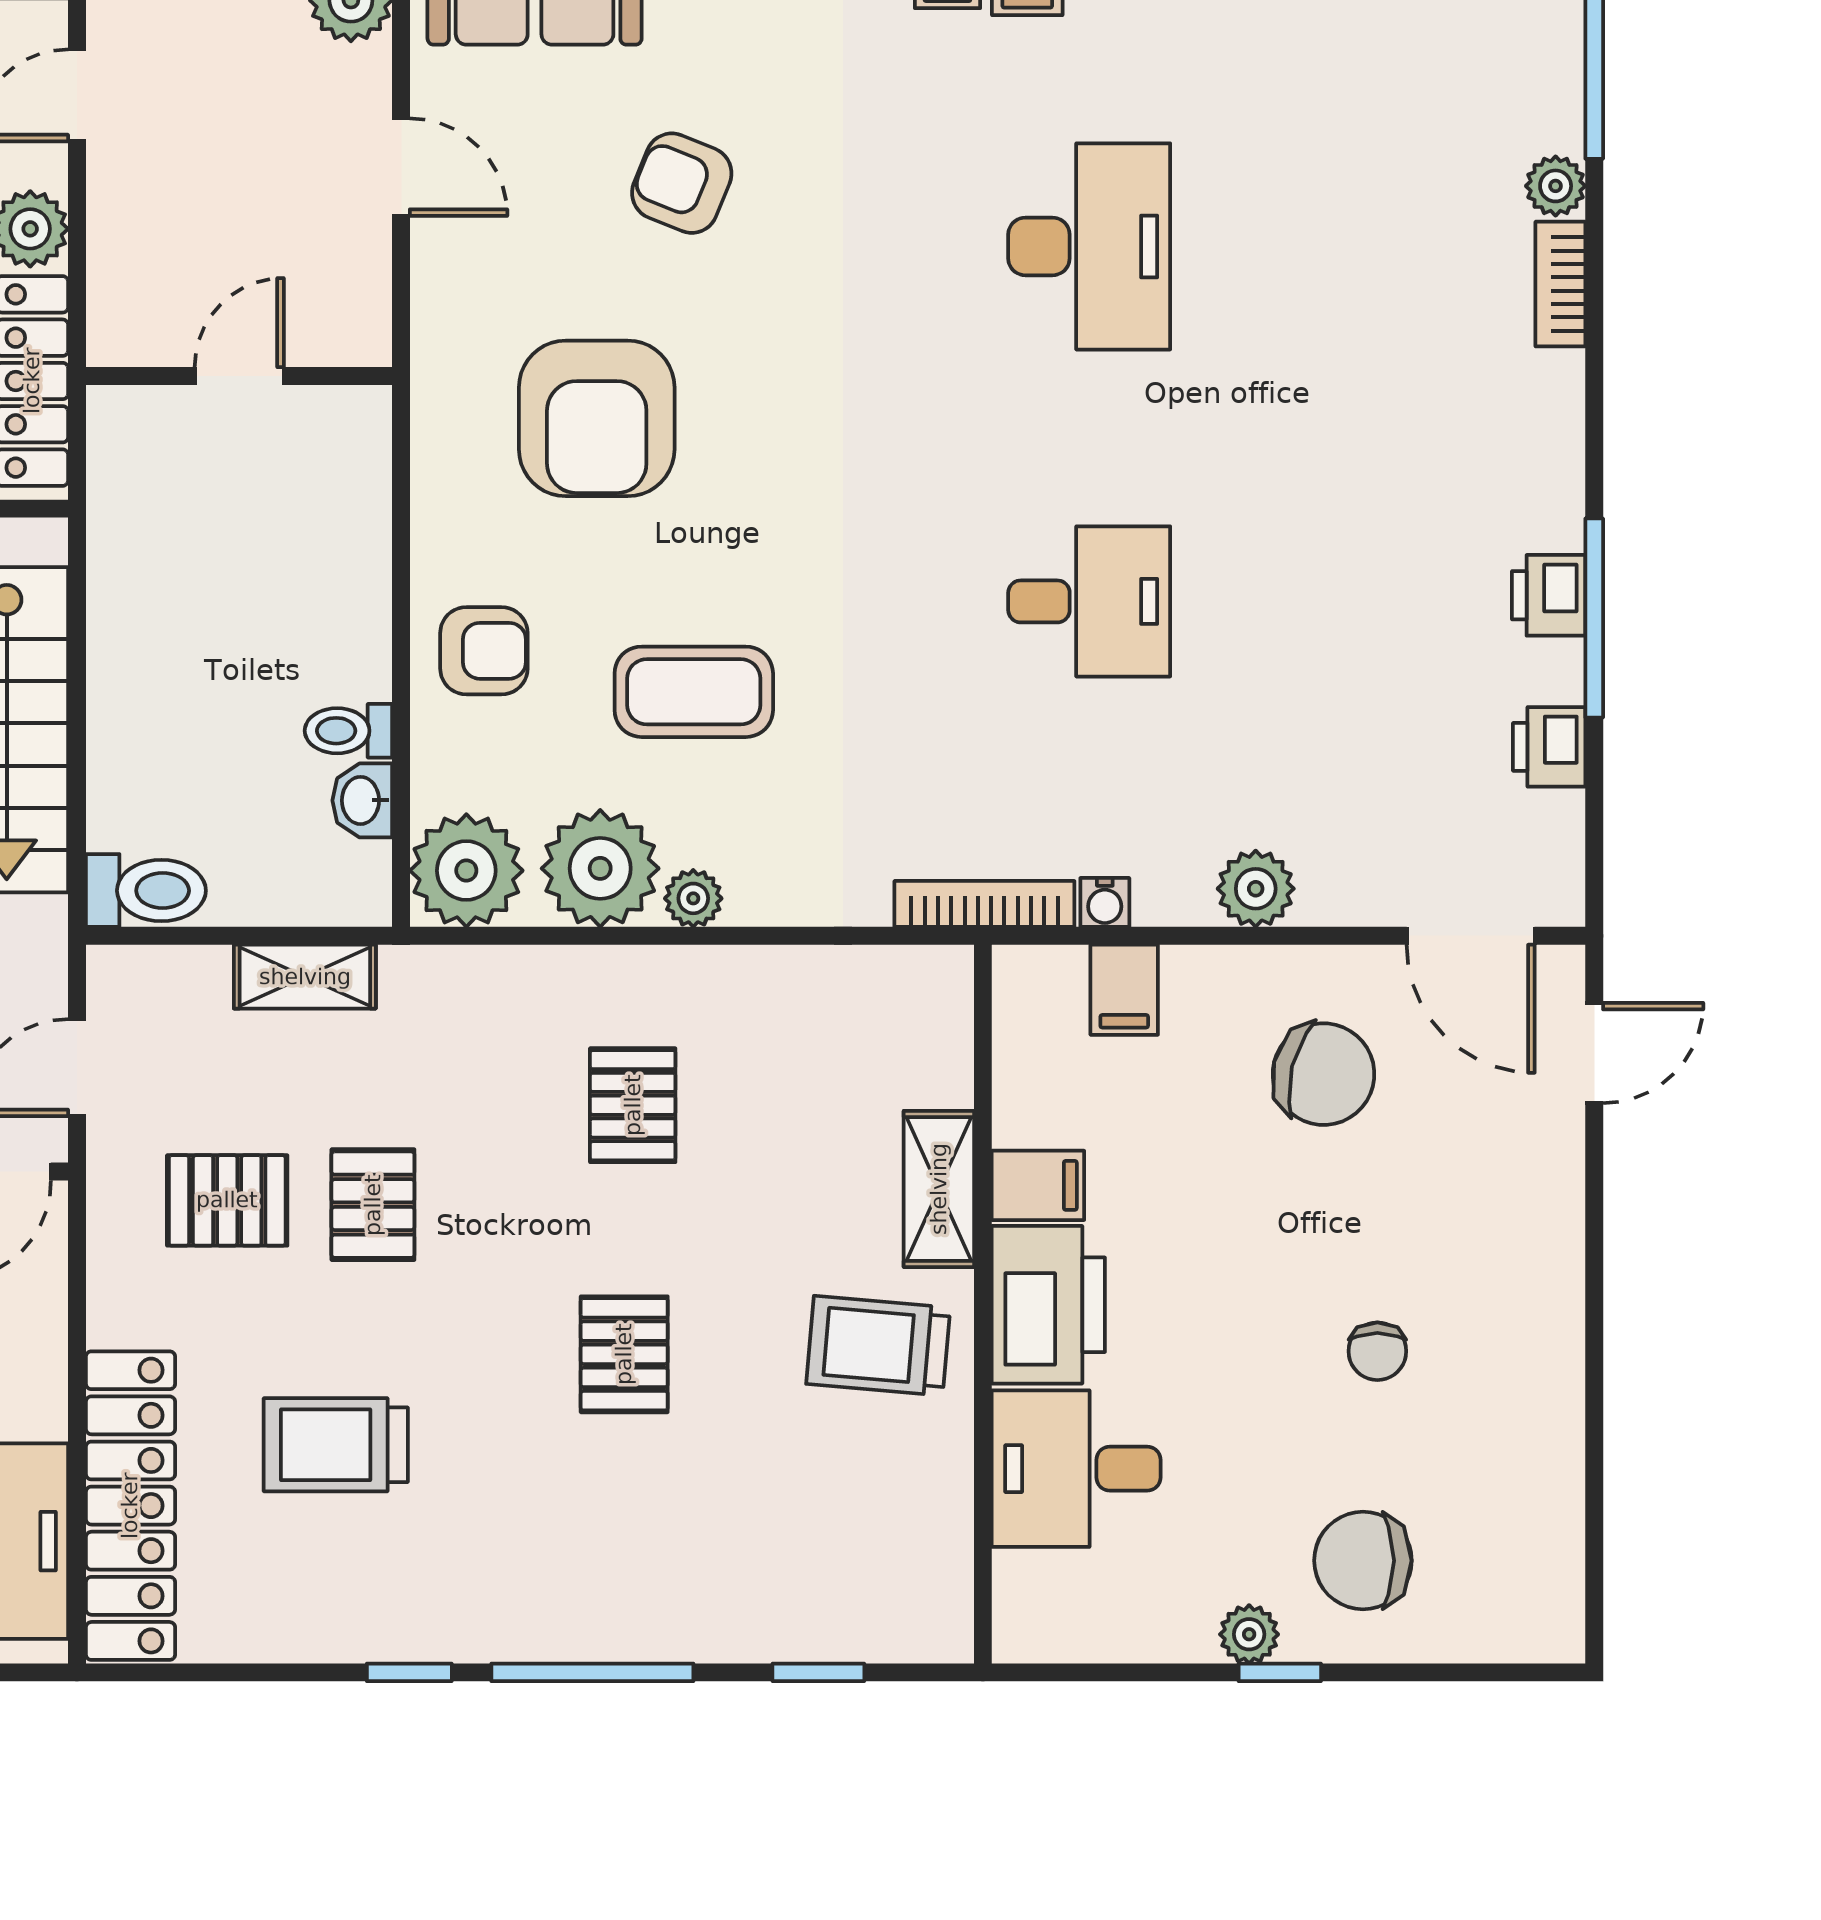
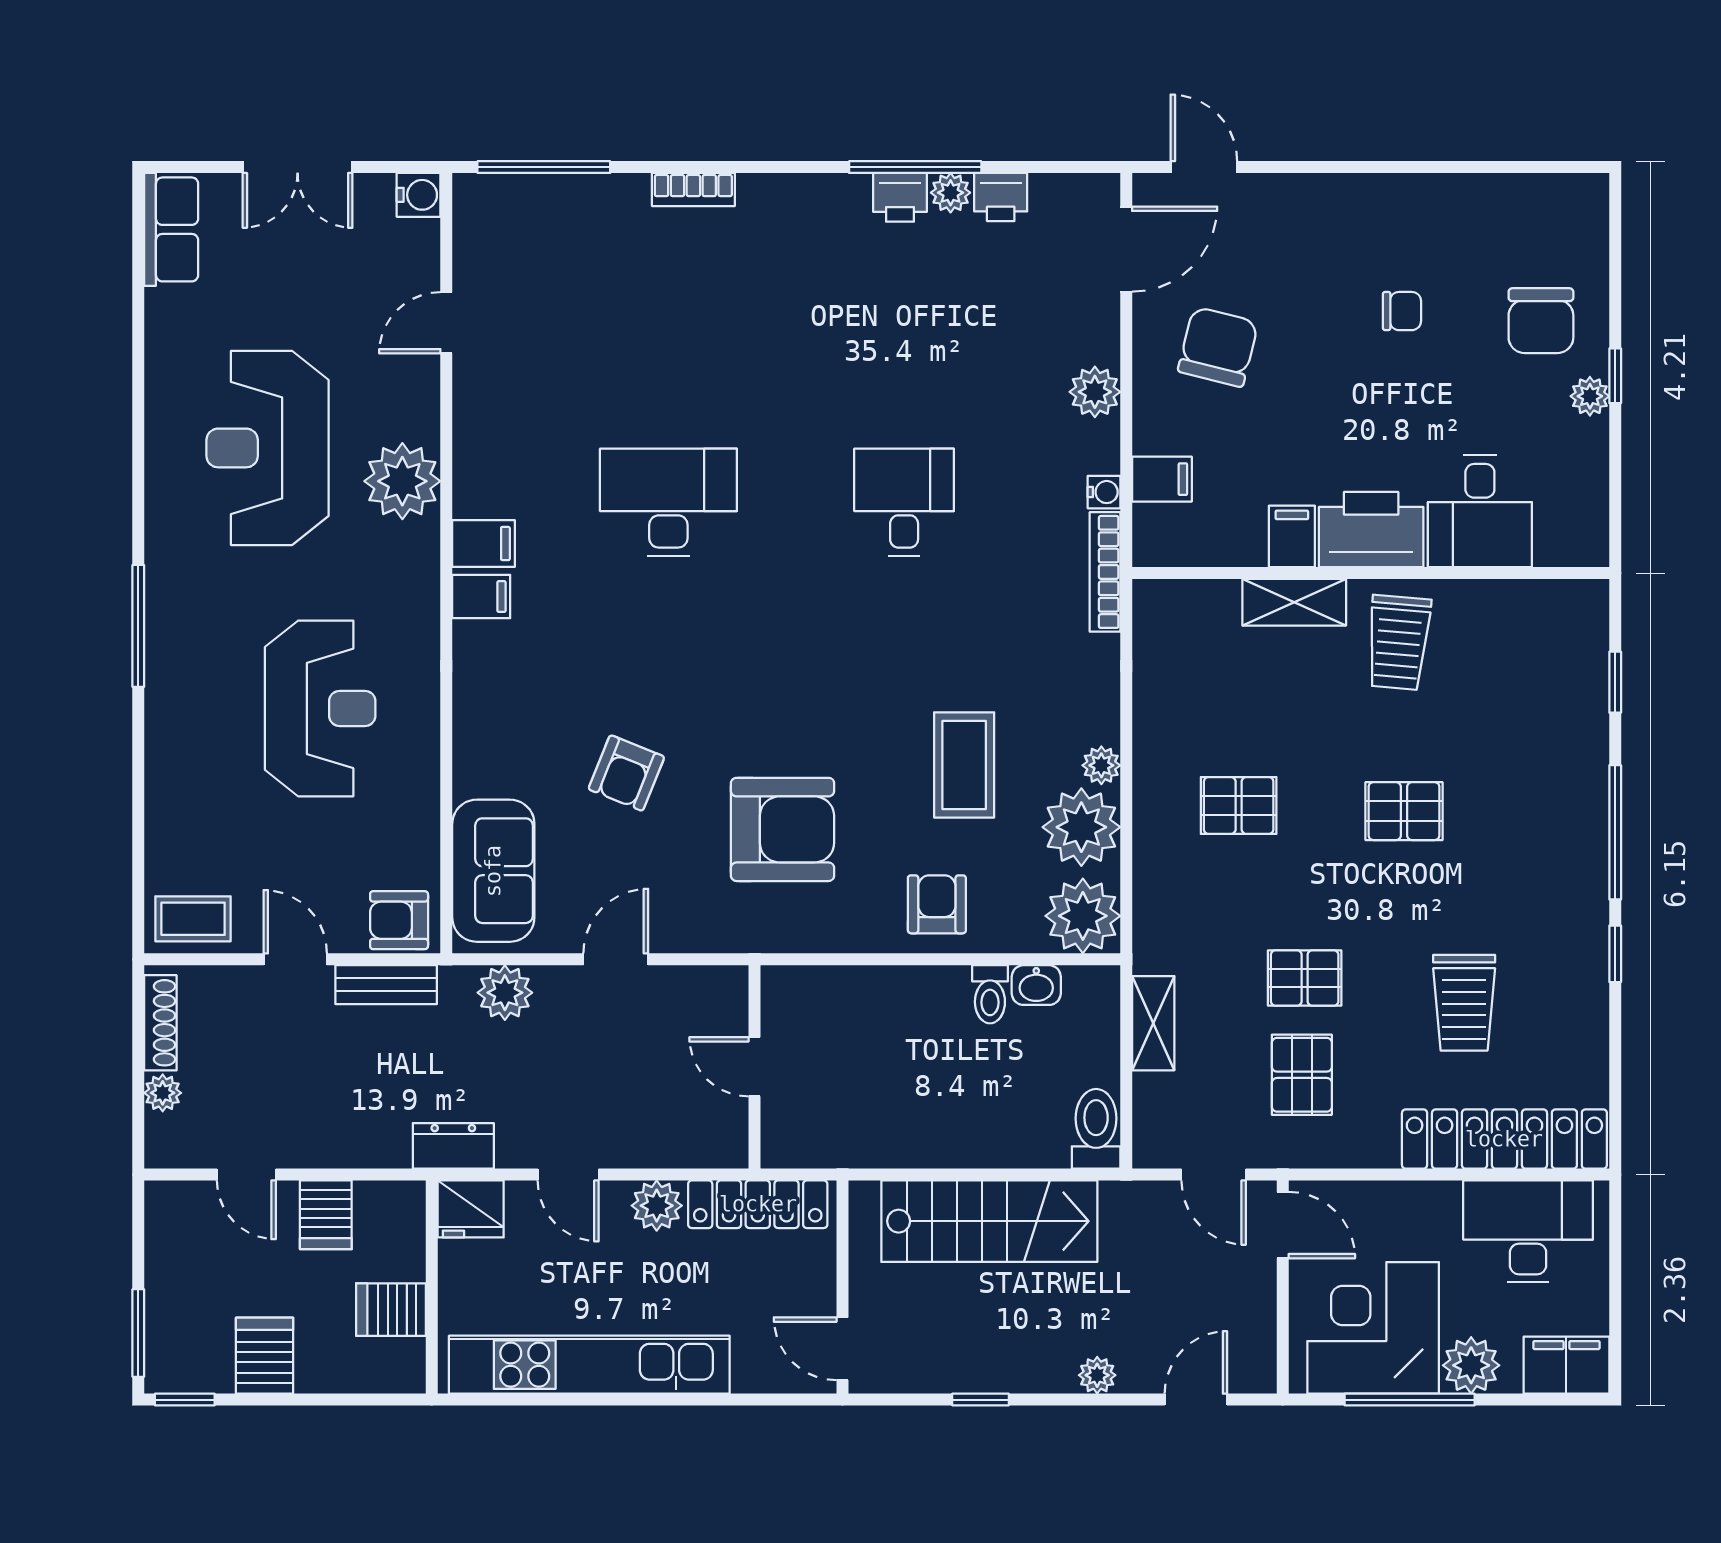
plant: (1556, 186) -> (951, 193), moved

